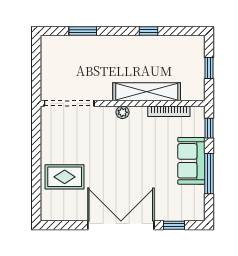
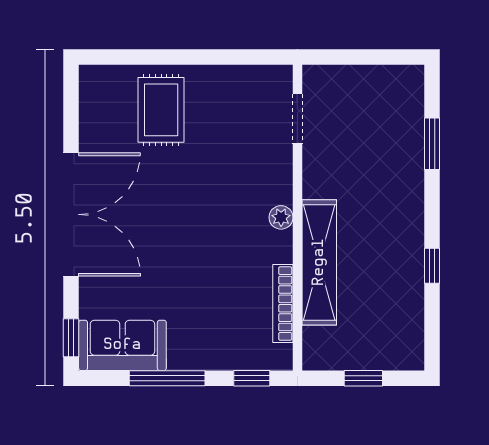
doorway: (69, 103) -> (297, 118), width x0.53
sofa: (191, 161) -> (122, 345), moved
window: (174, 225) -> (71, 338), moved

